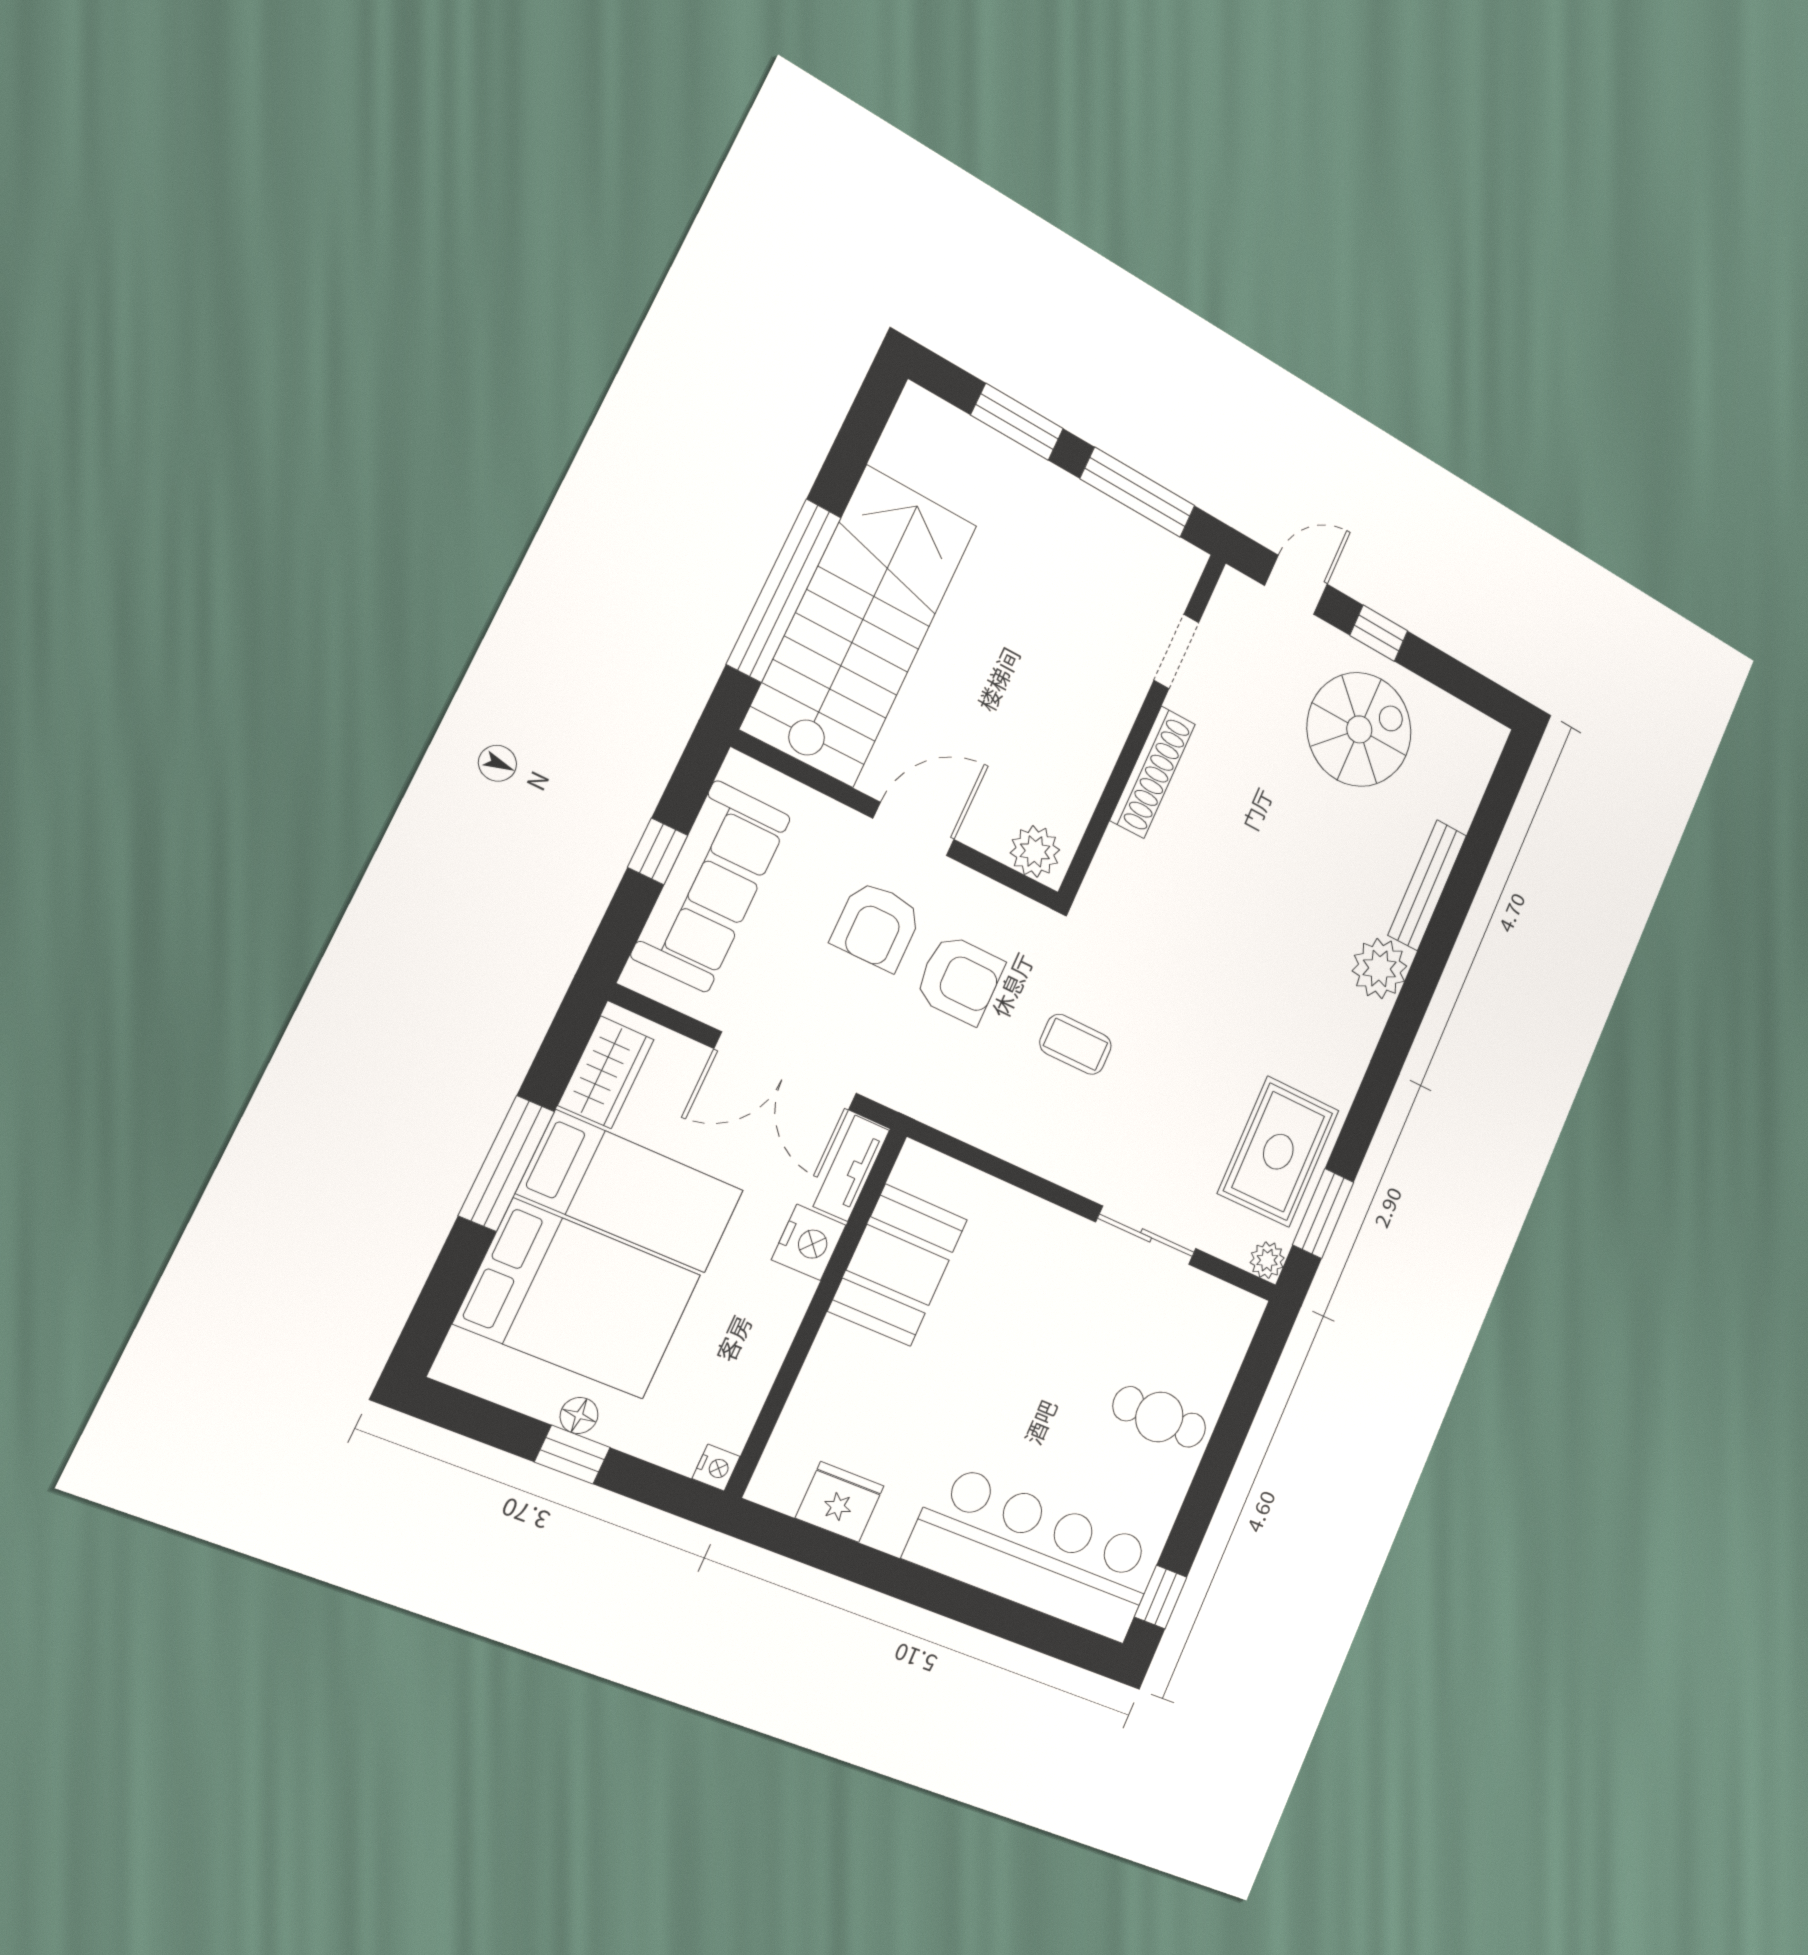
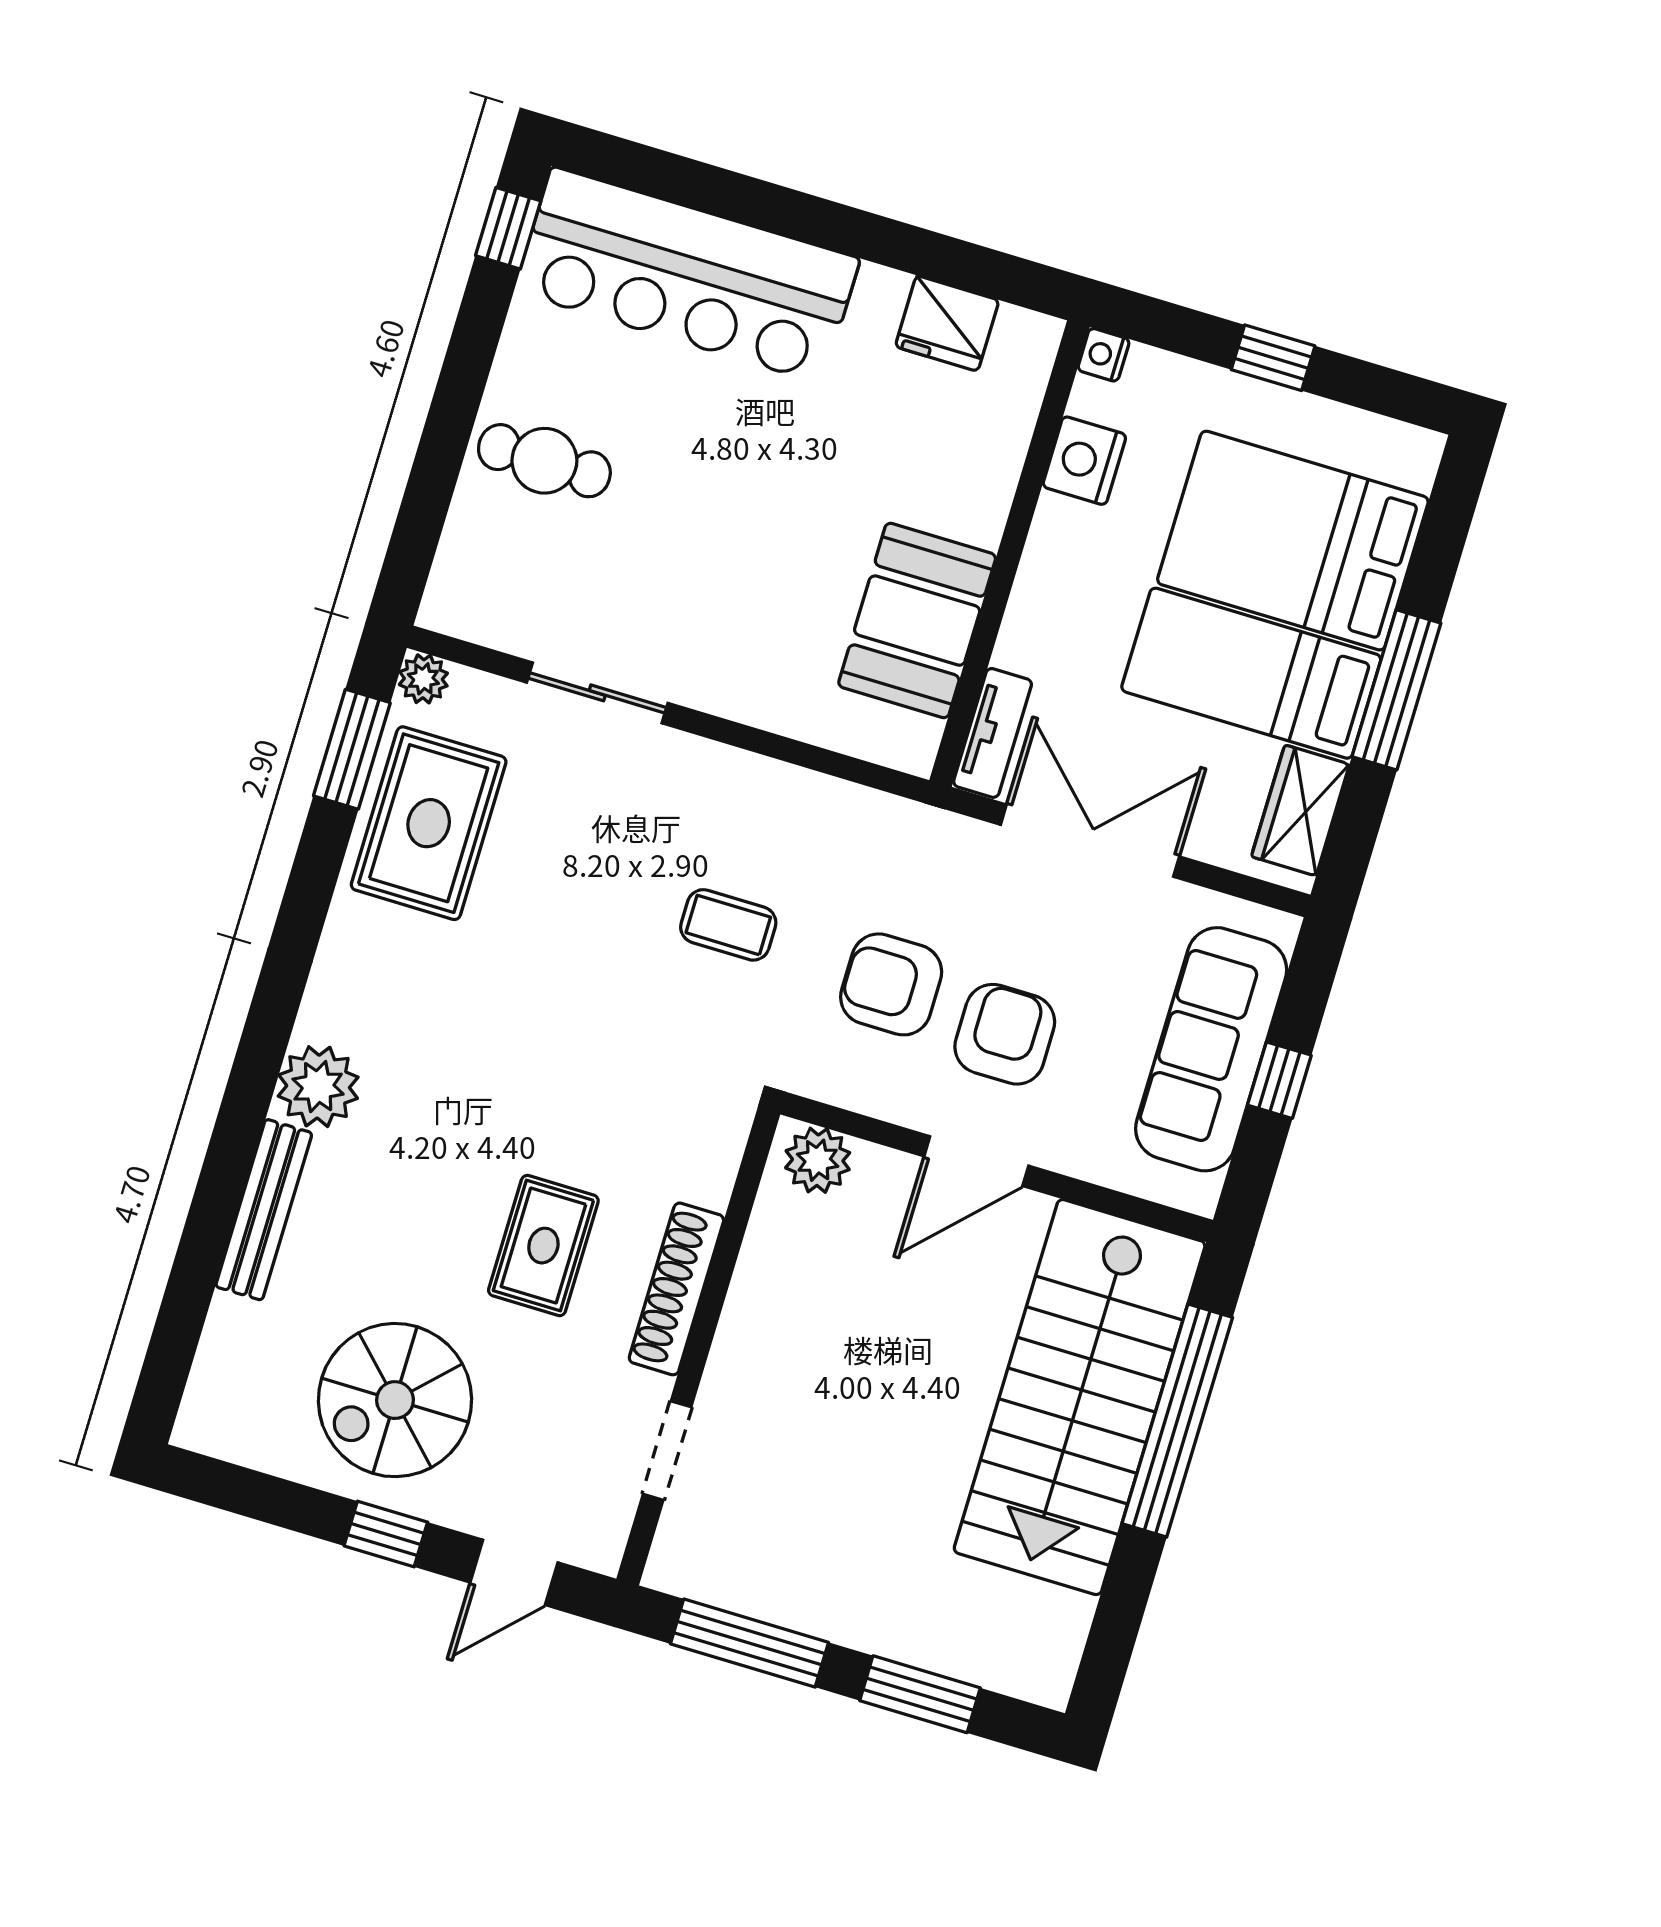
rug: (1242, 823) -> (543, 1246), added
nightstand: (809, 1242) -> (1084, 461), moved
floor lamp: (579, 1415) -> (1272, 404), removed

